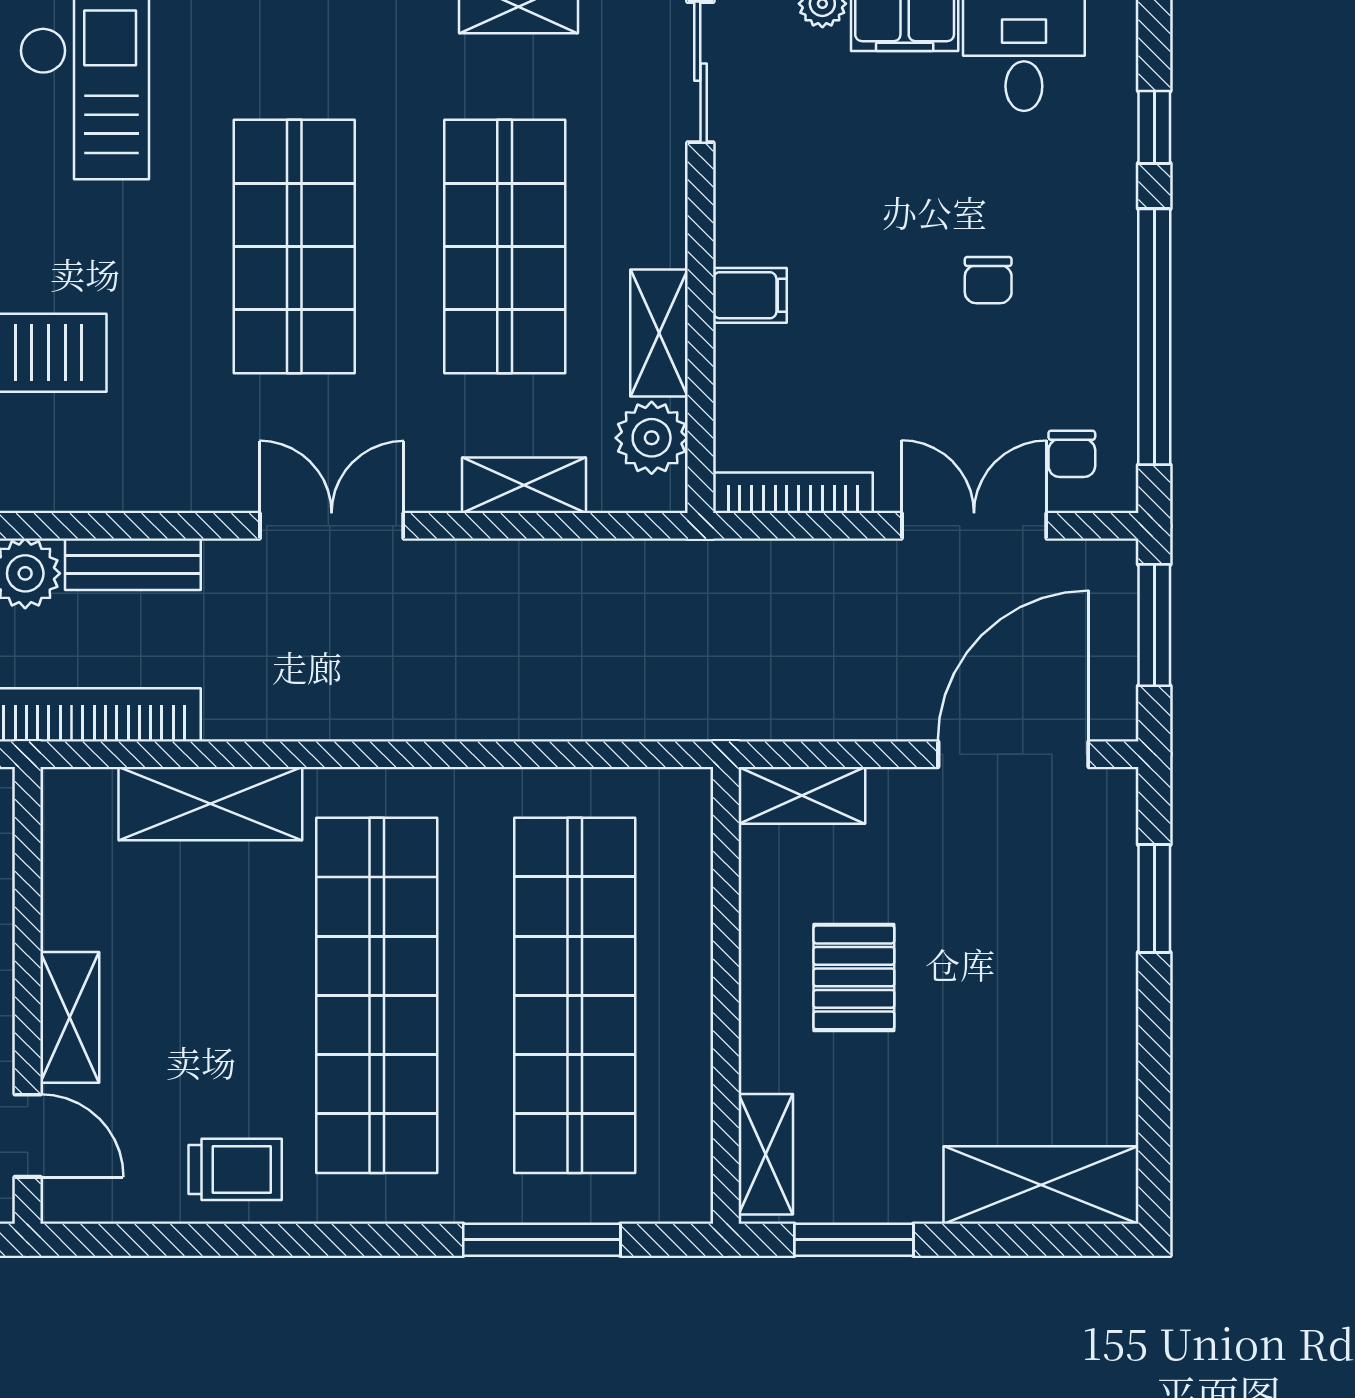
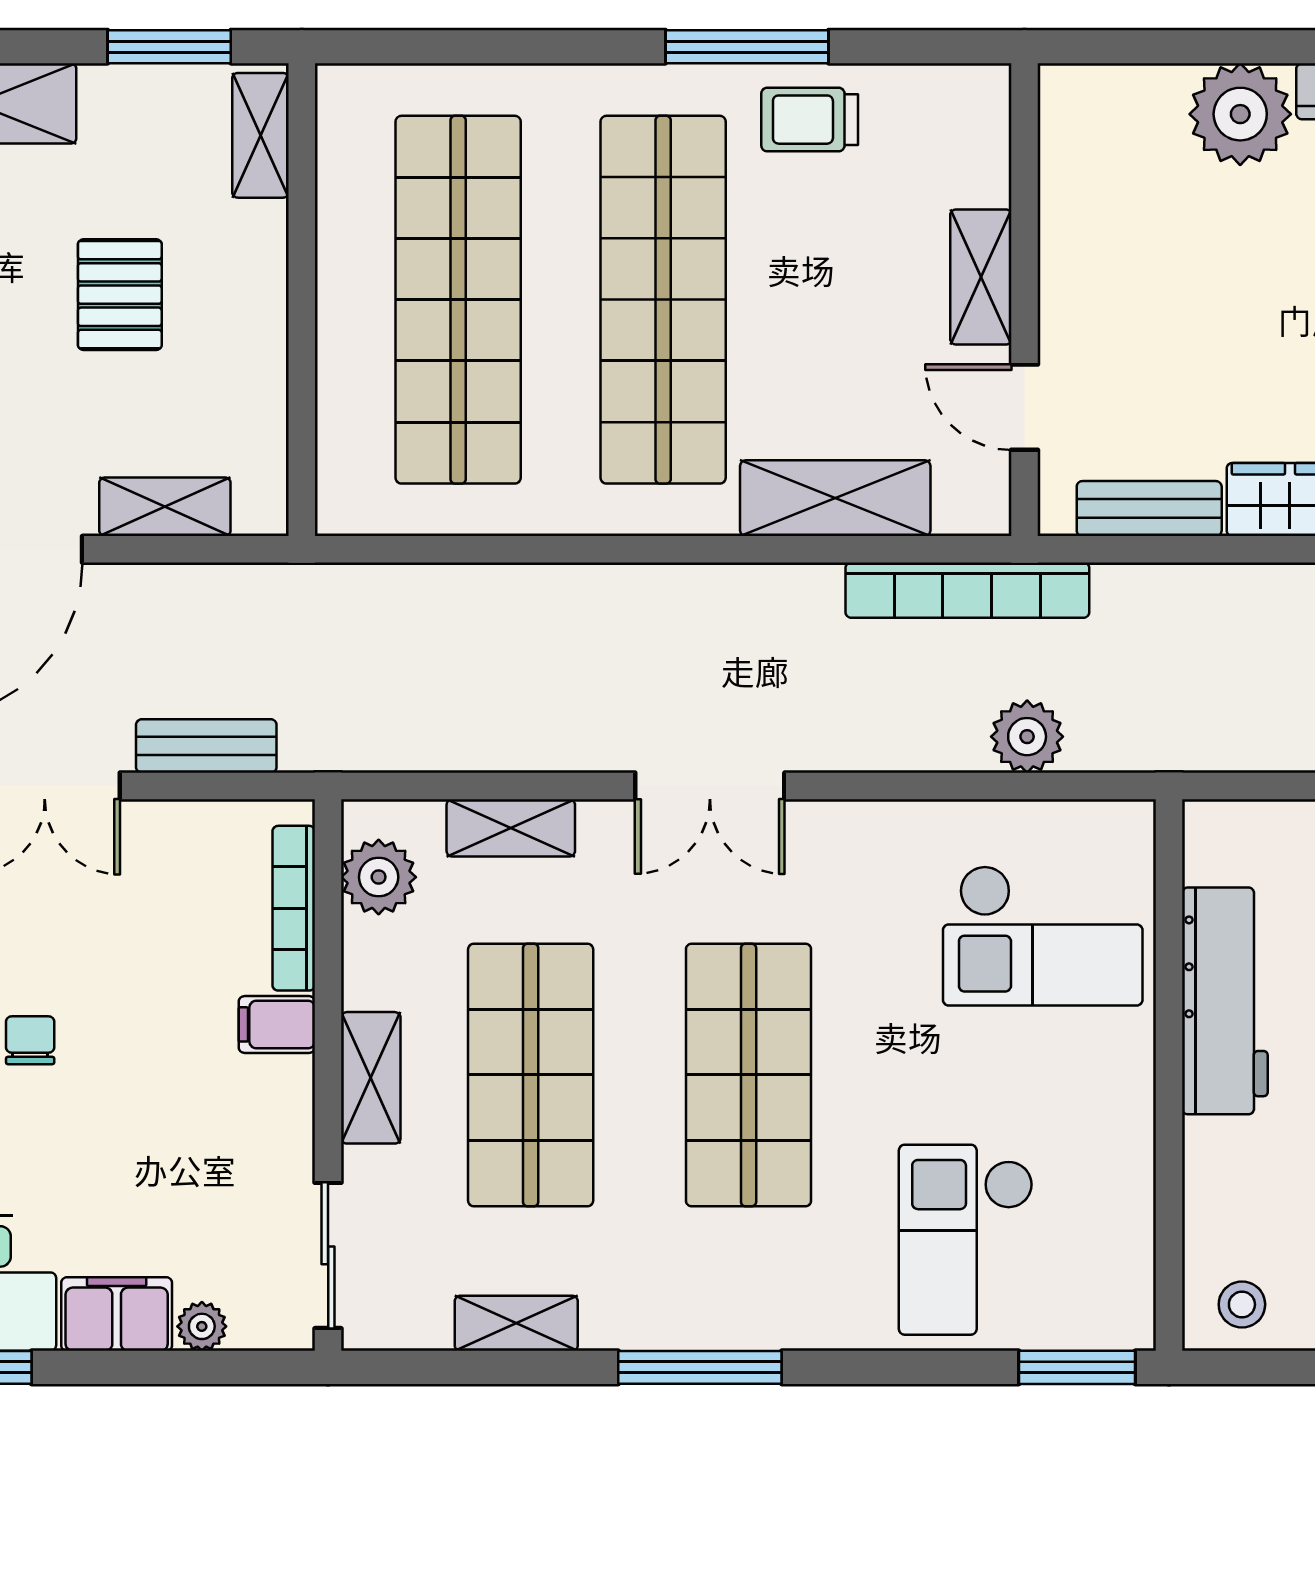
shelving: (659, 333) -> (371, 1078), moved
bookcase: (793, 493) -> (294, 908), moved, turned 90
bench: (133, 564) -> (206, 746), moved
shelving: (802, 795) -> (165, 507), moved
pallet: (854, 977) -> (120, 295), moved
door: (28, 1136) -> (1024, 407), moved
window: (542, 1240) -> (747, 47), moved

